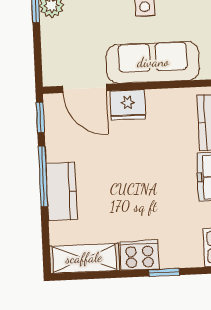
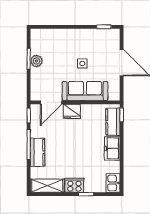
door: (85, 88) -> (51, 102), hinge flipped

